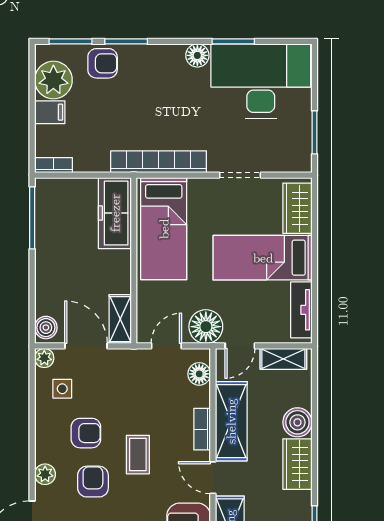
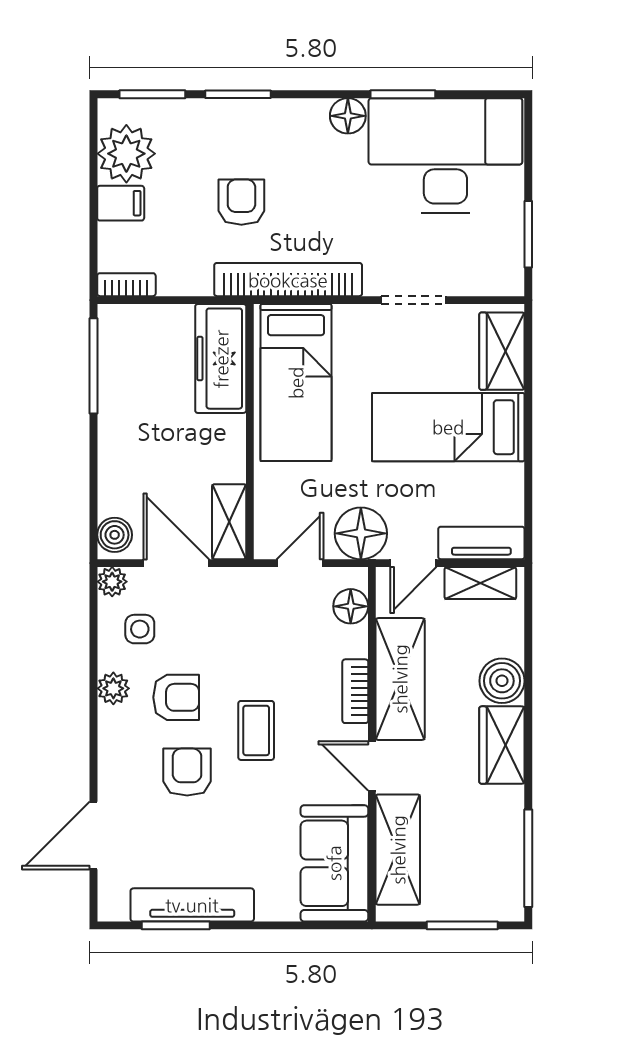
armchair: (103, 63) -> (241, 202), moved, turned -90
tv unit: (301, 310) -> (481, 543), moved, turned 90
plant: (45, 474) -> (113, 688), moved

